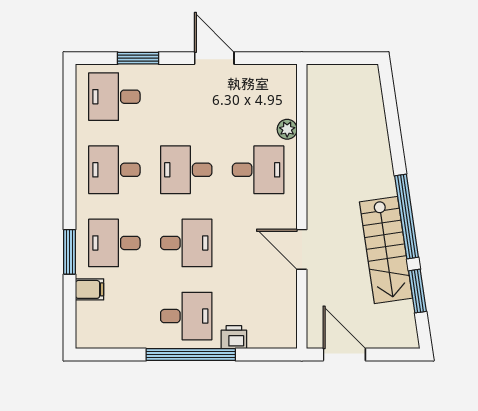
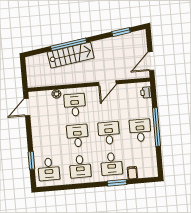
door: (214, 58) -> (27, 107), moved
desk: (186, 170) -> (77, 136), turned 180
window: (407, 217) -> (69, 44), moved
stairs: (386, 250) -> (71, 55), moved
printer: (234, 337) -> (146, 93), moved

